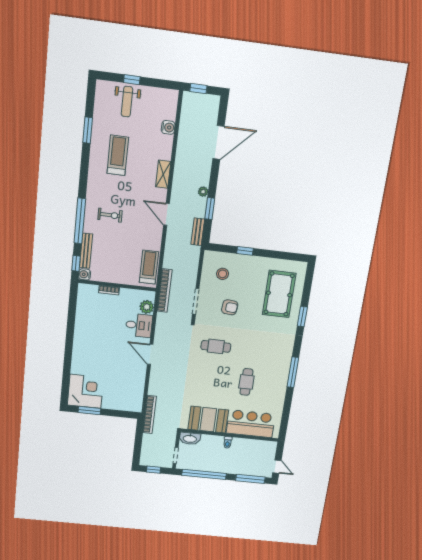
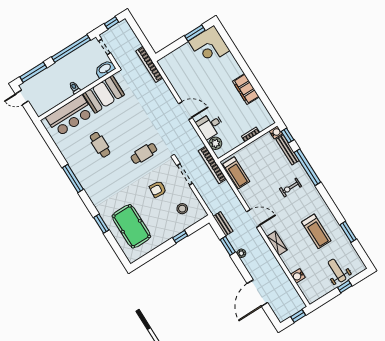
filing cabinet: (82, 332) -> (246, 89), added

